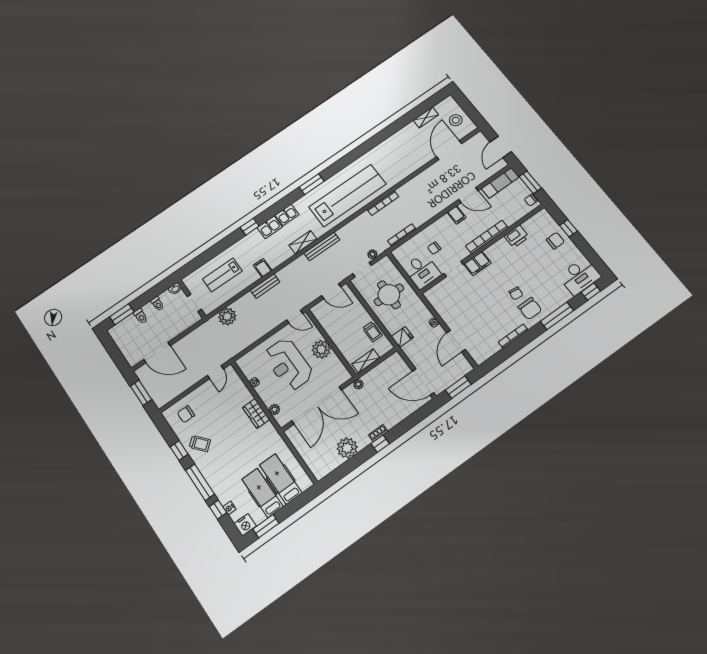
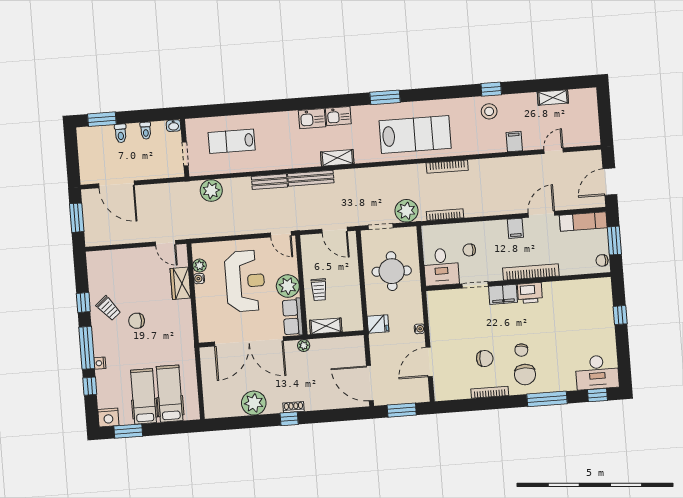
stool: (456, 120) -> (489, 111), moved
door: (449, 150) -> (554, 151), width x0.53
door: (468, 195) -> (541, 214), swing flipped
lab bench: (347, 196) -> (415, 134), width x0.73
window: (250, 227) -> (491, 89), moved
printer: (517, 236) -> (530, 293), moved
chair: (555, 241) -> (485, 358), moved
bench: (322, 247) -> (311, 178), moved
plant: (372, 254) -> (406, 211), width x1.88, depth x1.88
filing cabinet: (263, 268) -> (514, 142), moved
trolley: (372, 332) -> (319, 290), moved
reception desk: (288, 364) -> (245, 281), turned 180
row of seats: (338, 369) -> (293, 317), added
door: (215, 372) -> (166, 243), hinge flipped
plant: (274, 410) -> (200, 266), moved
wardrobe: (256, 413) -> (180, 283), moved
chair: (186, 414) -> (137, 321), moved
nightstand: (229, 508) -> (100, 363), moved

